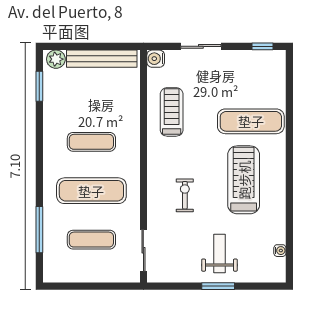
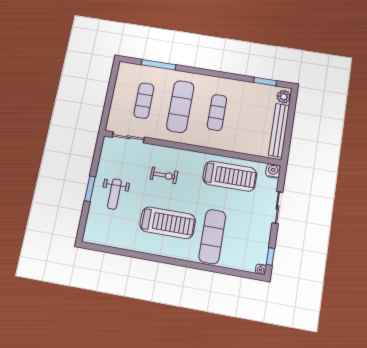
treadmill: (172, 112) -> (230, 176), width x1.37, depth x1.38
water cooler: (280, 251) -> (261, 269), moved
weight bench: (219, 253) -> (114, 194), turned 90

